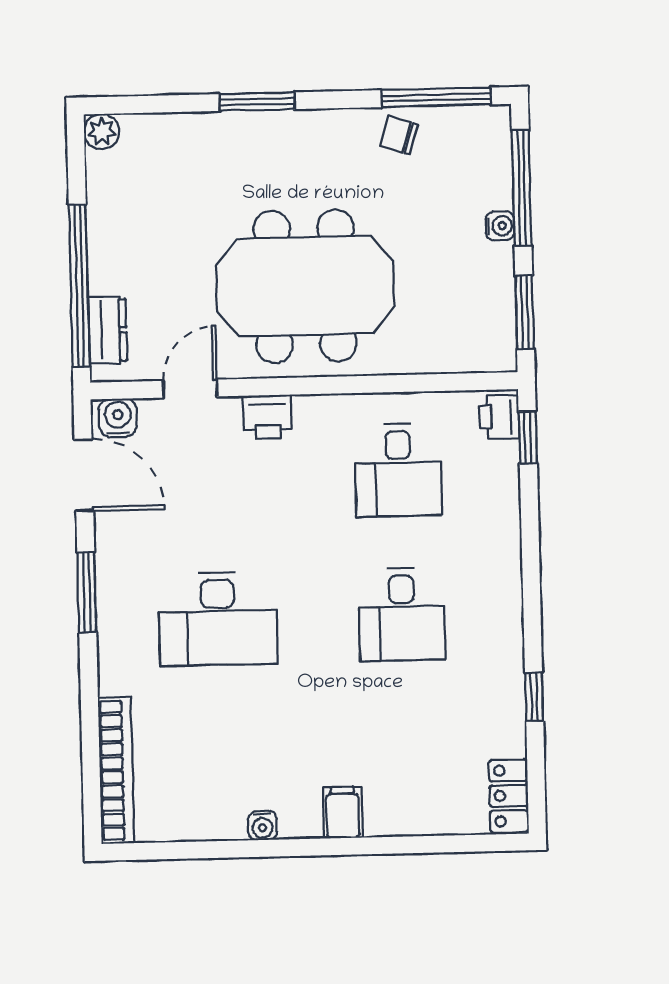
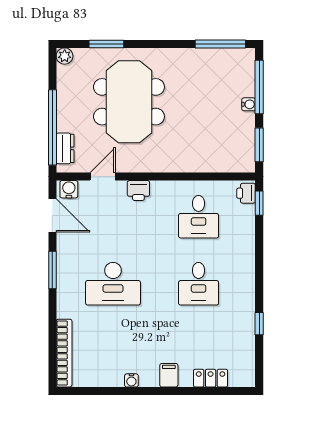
window: (257, 102) -> (106, 44), moved
chair: (399, 135) -> (203, 61), removed
meeting table: (305, 286) -> (129, 102), moved, turned 90
locker: (509, 796) -> (211, 378), moved, turned 90

